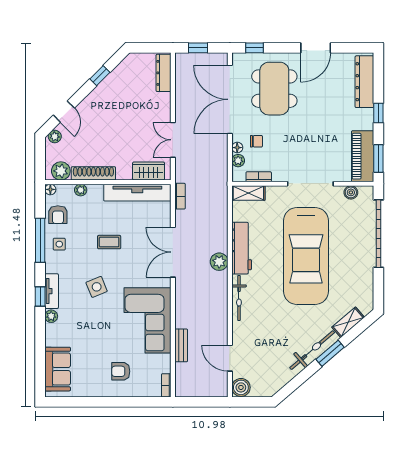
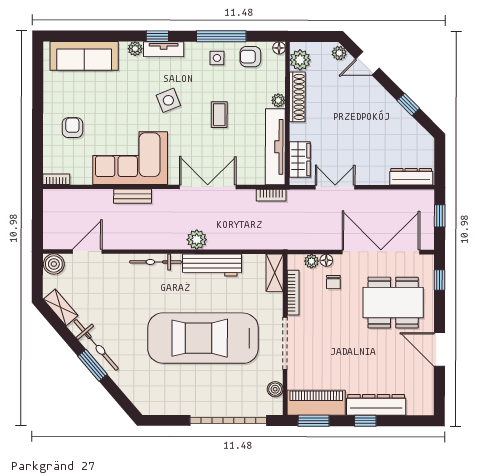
dresser: (364, 82) -> (376, 405), moved
bookcase: (259, 177) -> (293, 293), width x1.56
plant: (81, 190) -> (278, 100), moved
shelving: (348, 322) -> (61, 307), moved
bench: (181, 345) -> (133, 196), moved
sofa: (58, 369) -> (84, 56), width x1.36

